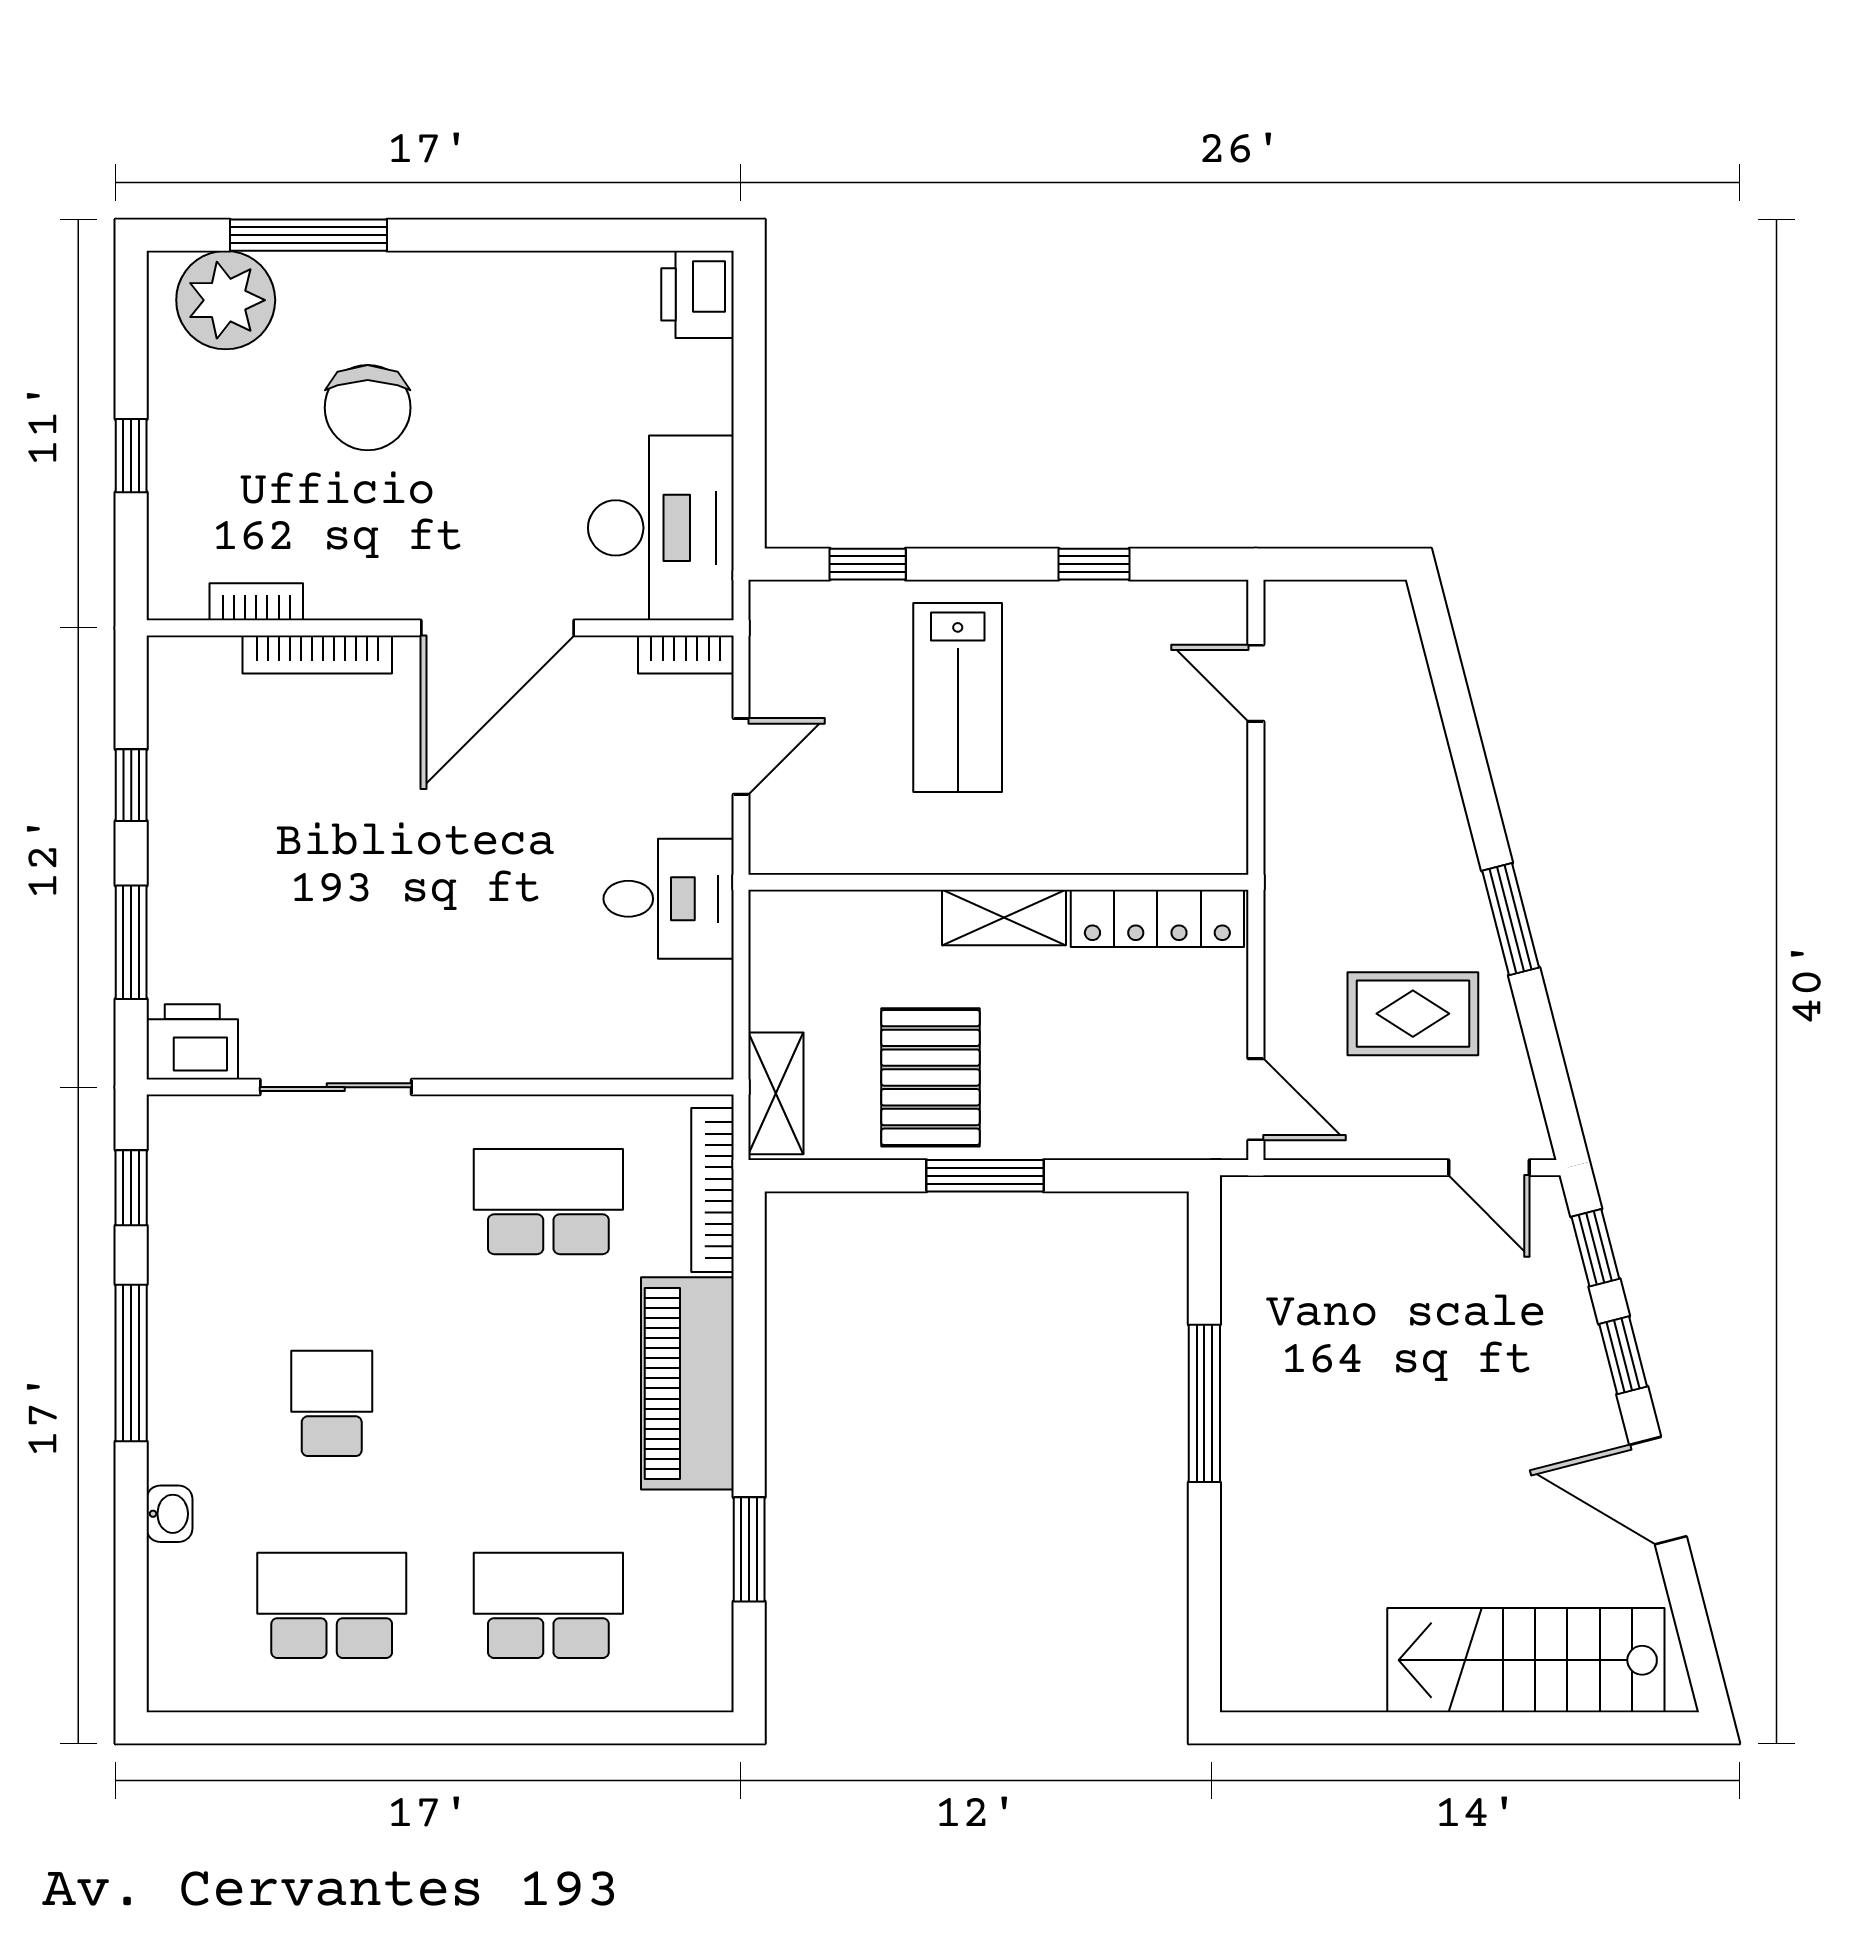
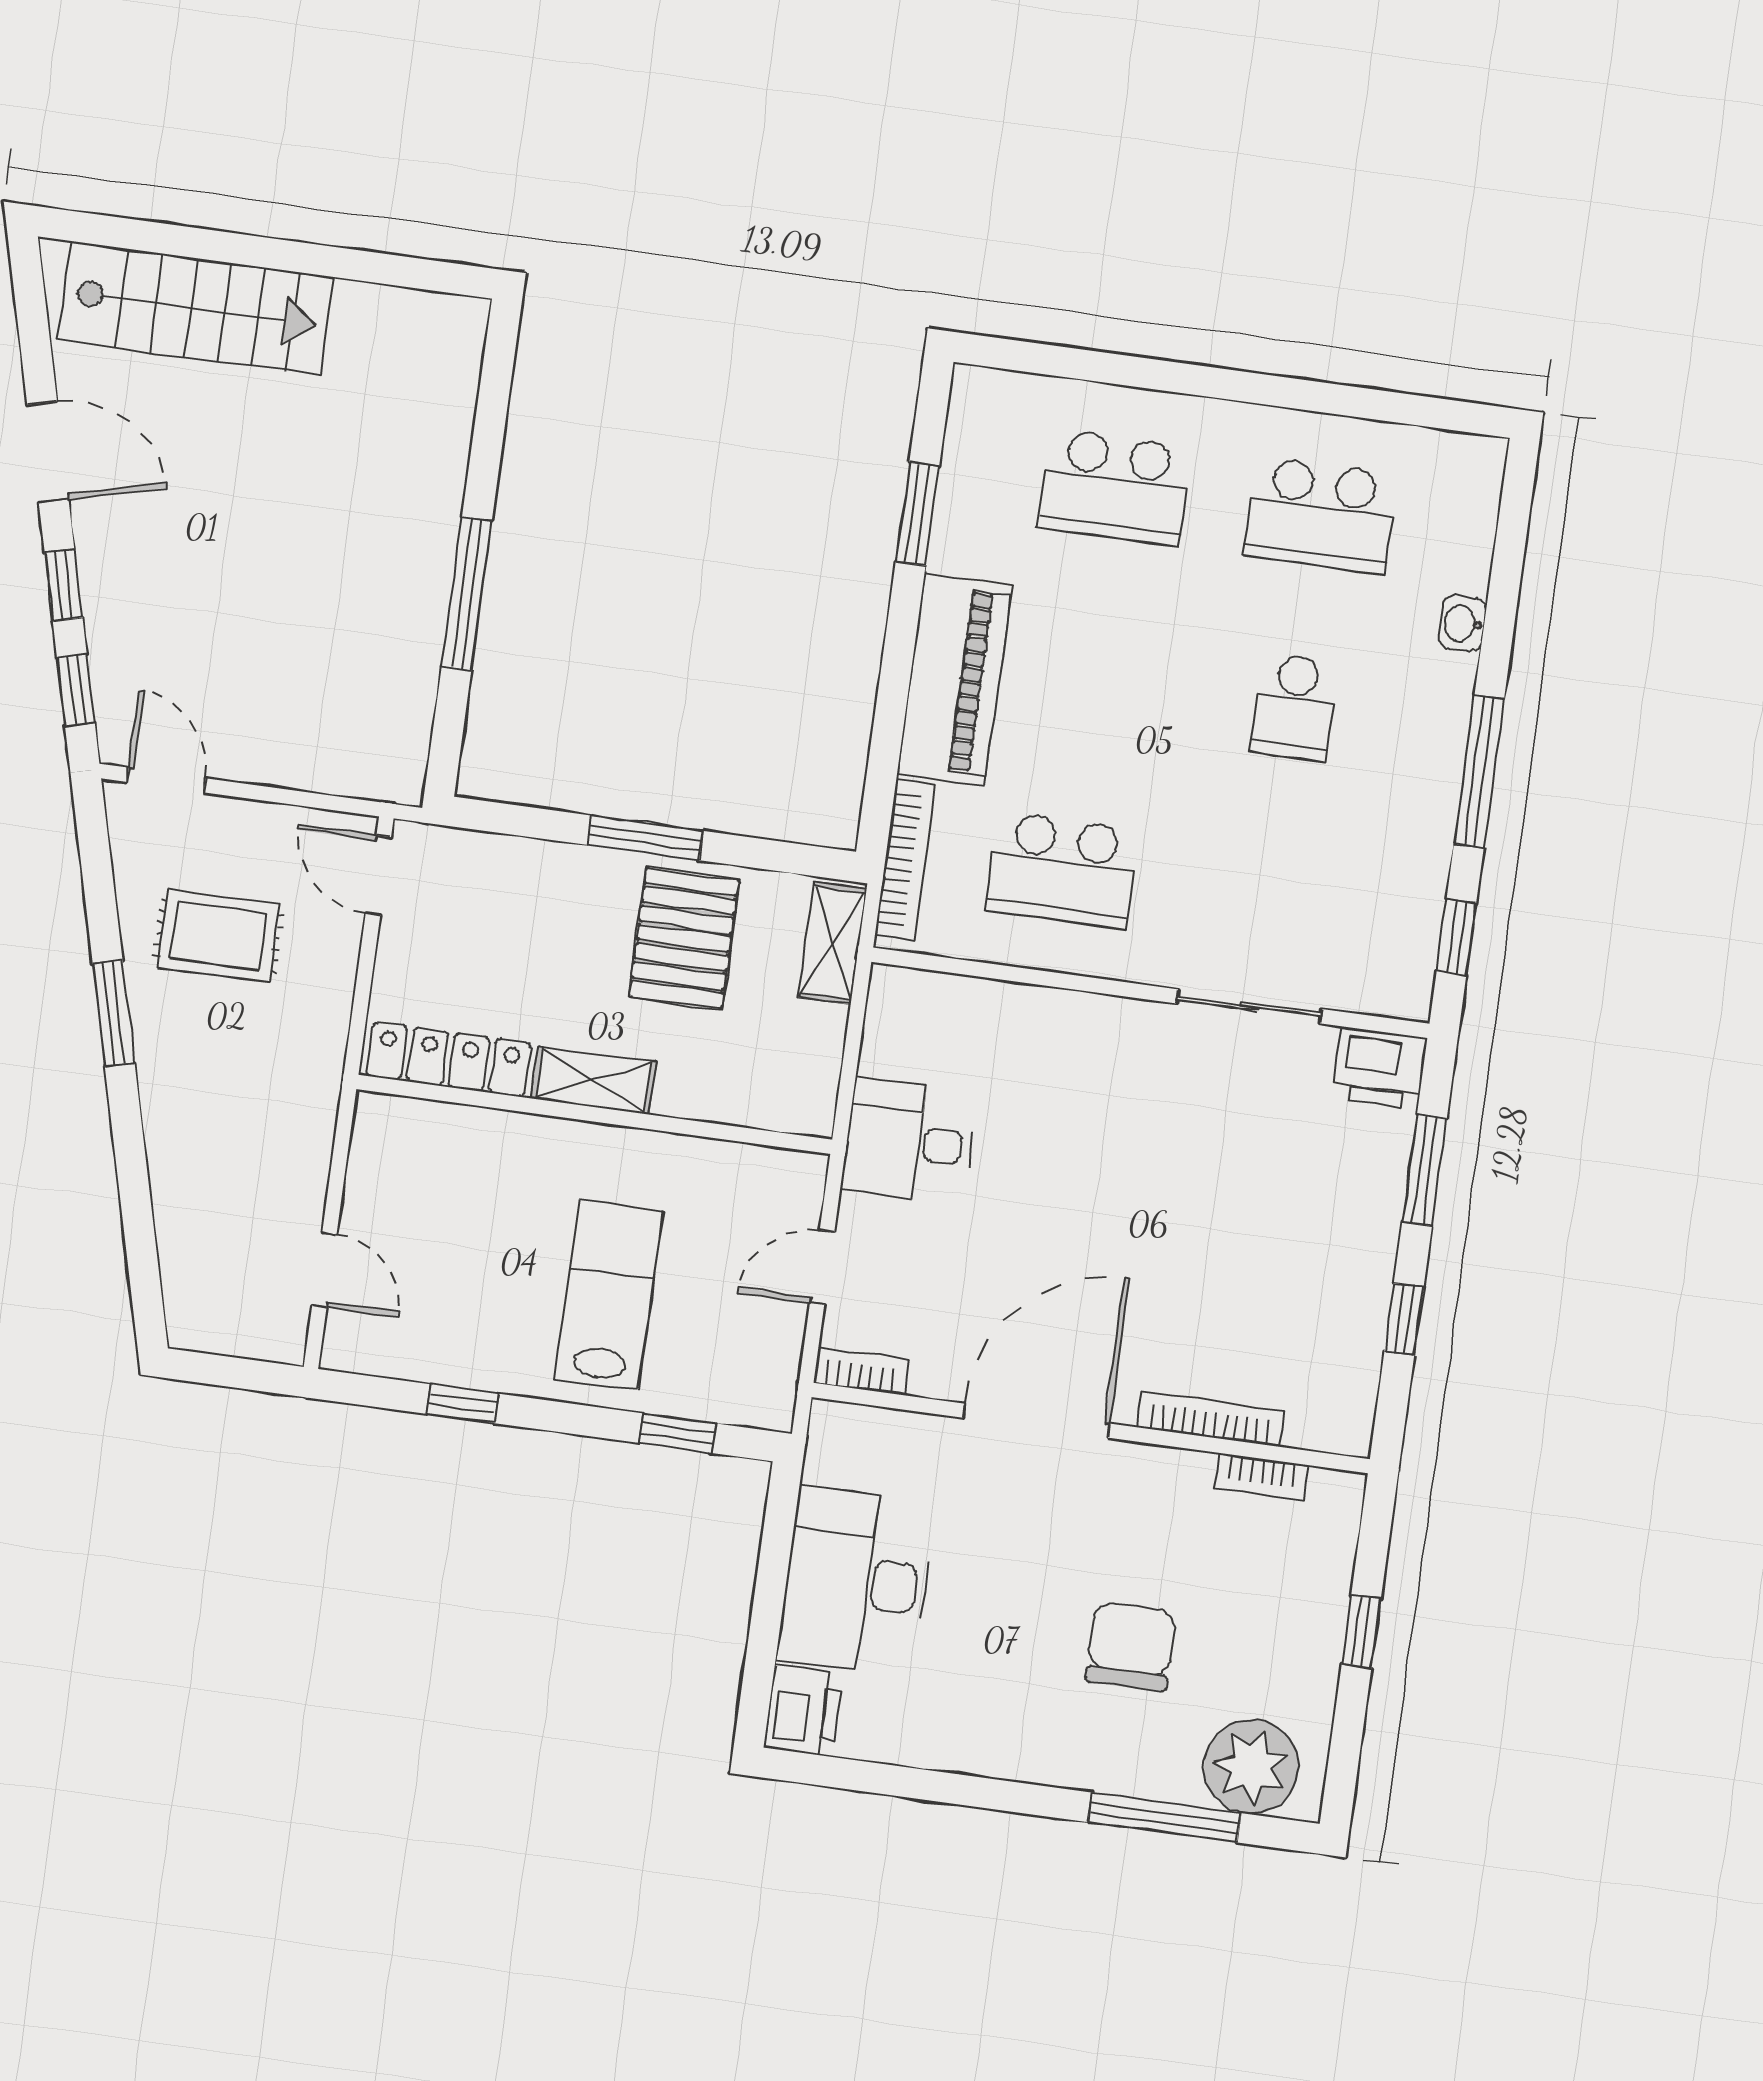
desk: (661, 528) -> (856, 1582), moved

